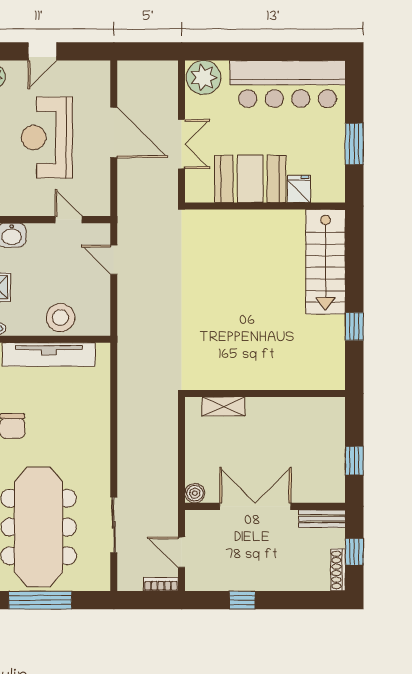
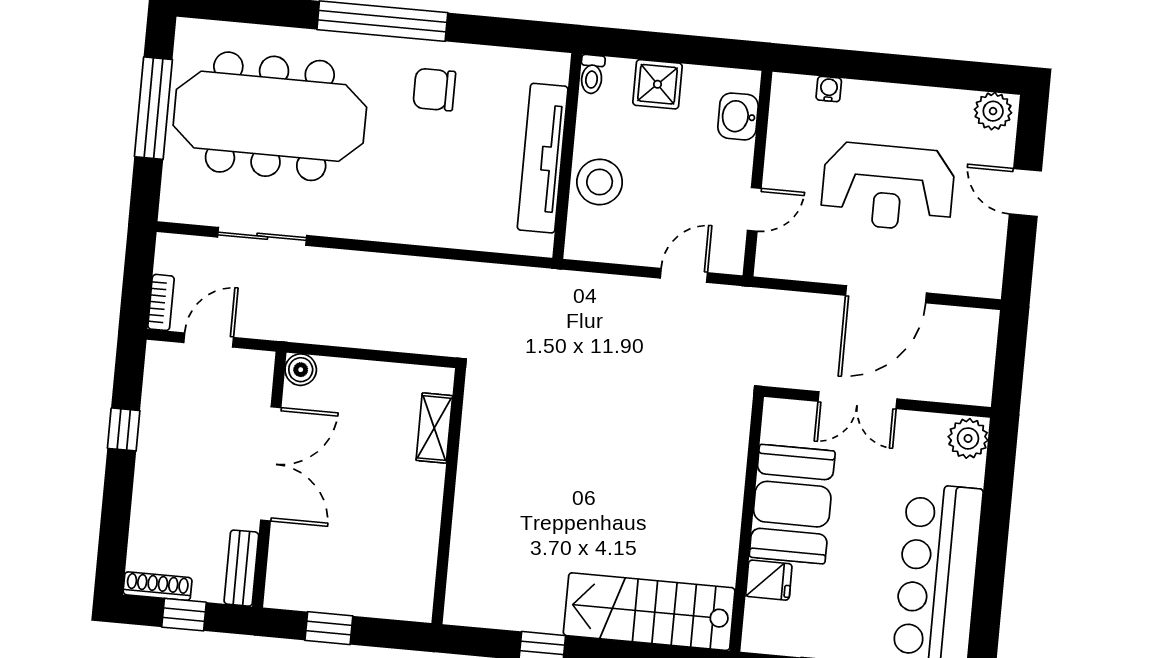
plant: (204, 78) -> (968, 438), width x0.73, depth x0.73
reception desk: (47, 137) -> (888, 187), turned 180

